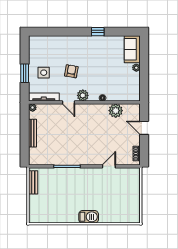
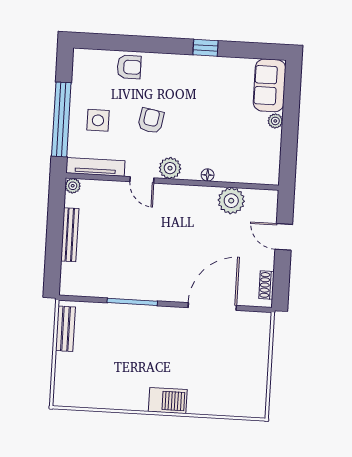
armchair: (58, 44) -> (129, 67), added
window: (25, 73) -> (61, 119), width x2.11
door: (109, 166) -> (212, 306), width x1.87

